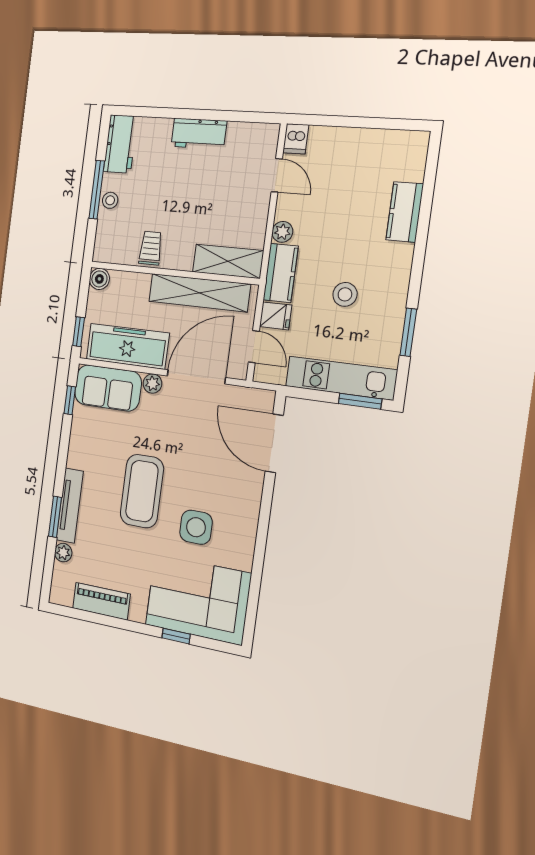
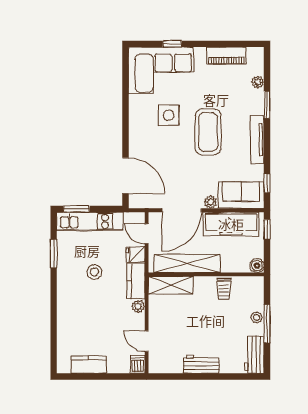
kitchen counter: (405, 212) -> (89, 365), moved, turned -90
tv unit: (70, 506) -> (257, 140), moved

